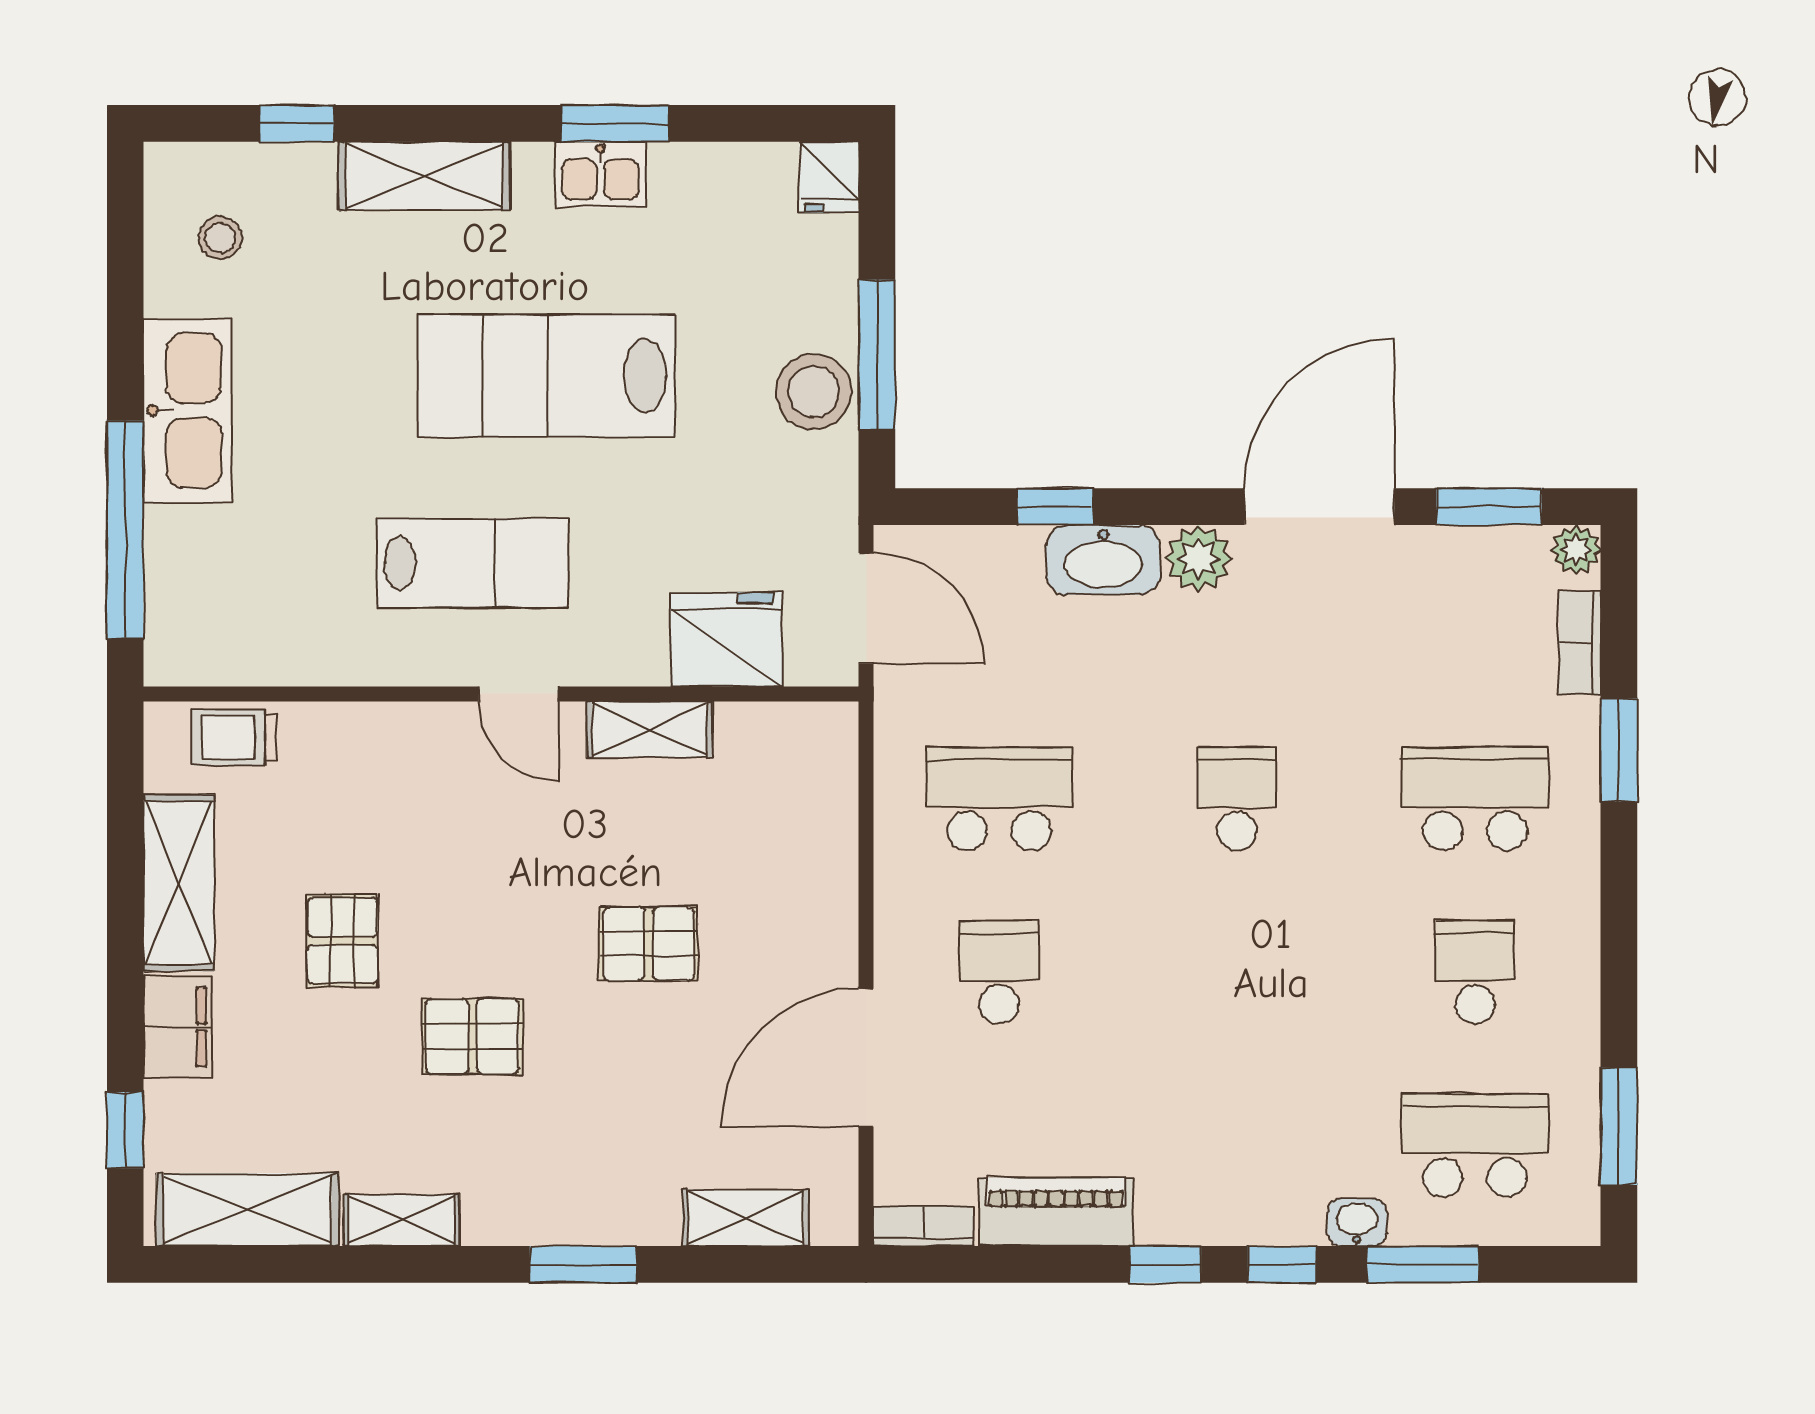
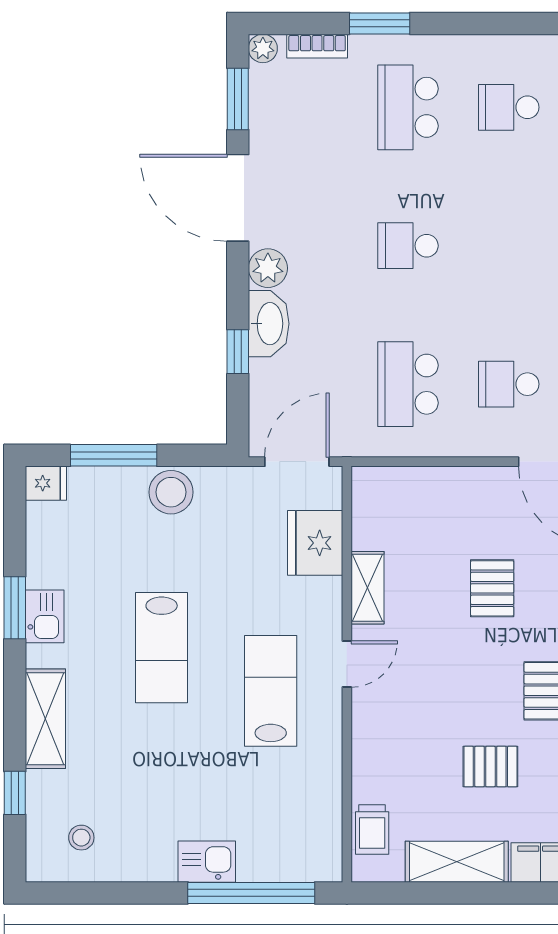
window: (877, 354) -> (114, 455), moved
lab bench: (547, 376) -> (162, 648), width x0.73, depth x0.72
kitchen sink: (188, 410) -> (207, 862), width x0.53, depth x0.81

